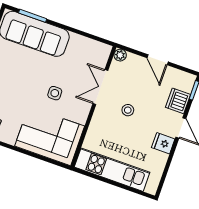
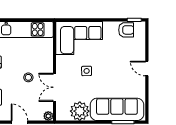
plant: (80, 48) -> (80, 111), added
double door: (100, 87) -> (55, 87), swing flipped

